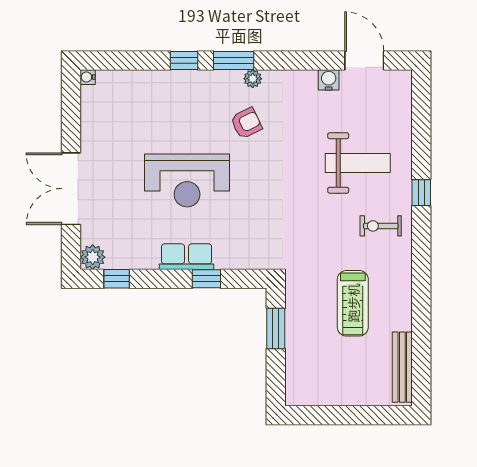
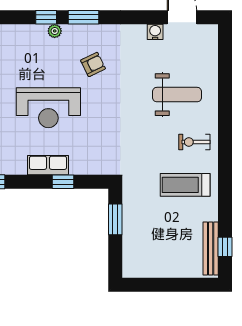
plant: (253, 79) -> (55, 31), moved
window: (421, 193) -> (225, 247), moved
treadmill: (353, 303) -> (185, 185), moved, turned 90

